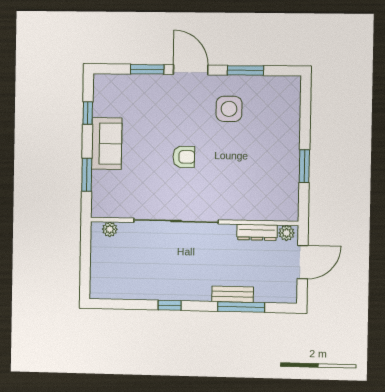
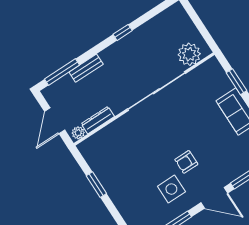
armchair: (184, 157) -> (186, 162), moved
plant: (110, 229) -> (189, 54), width x1.87, depth x1.87
window: (241, 307) -> (62, 72), moved

